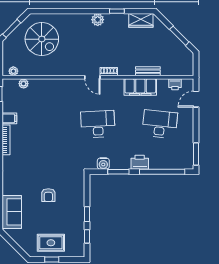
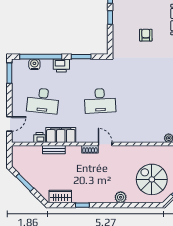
plant: (98, 20) -> (121, 197), moved
printer: (175, 84) -> (39, 138), moved
water cooler: (103, 164) -> (34, 64), moved

